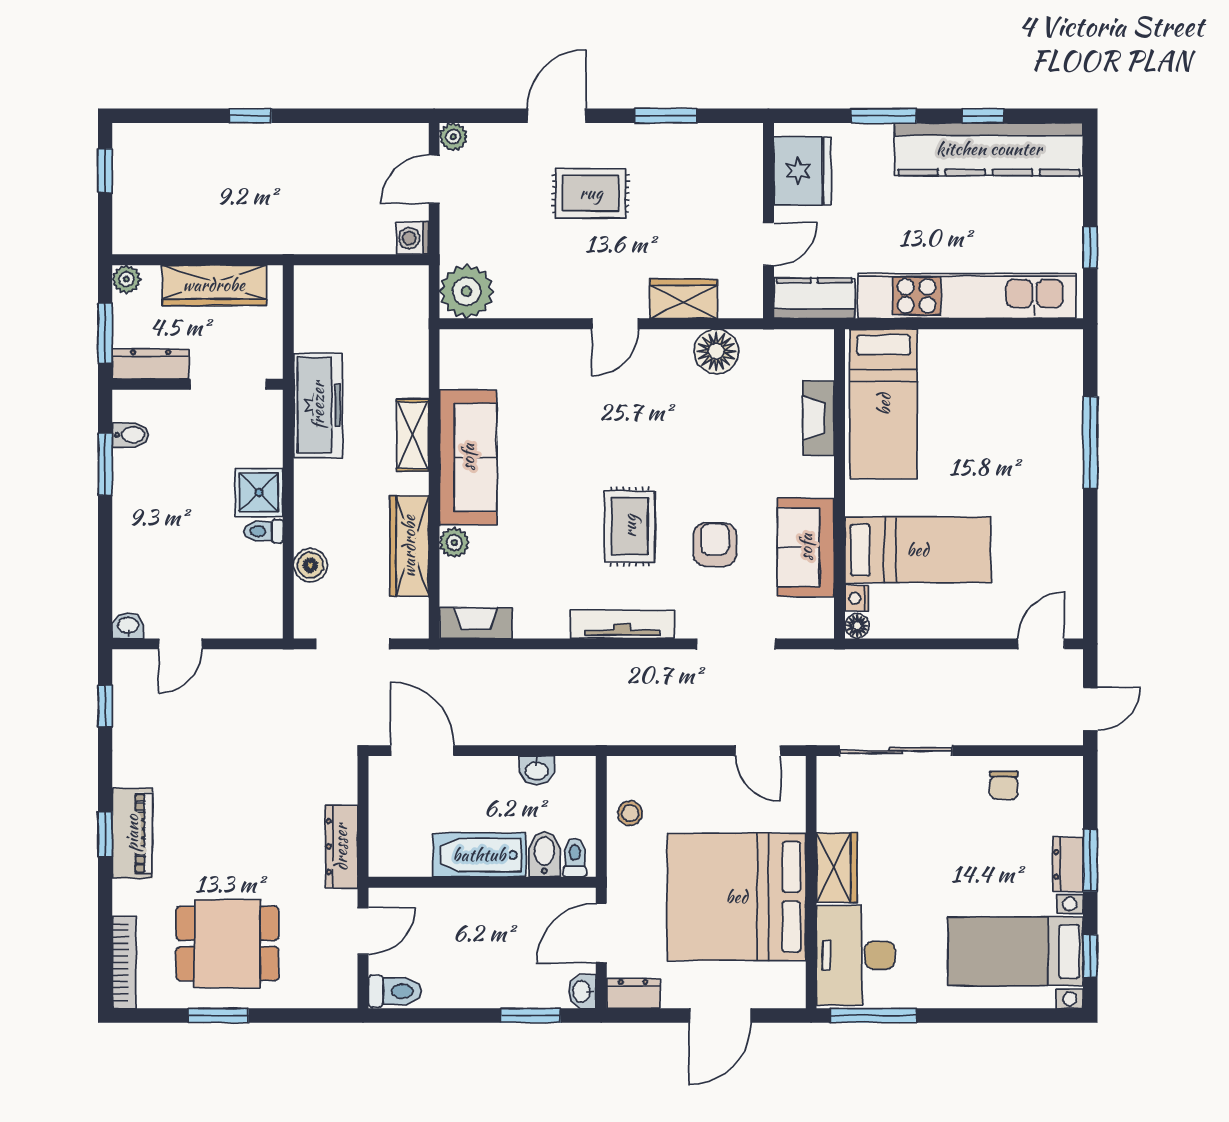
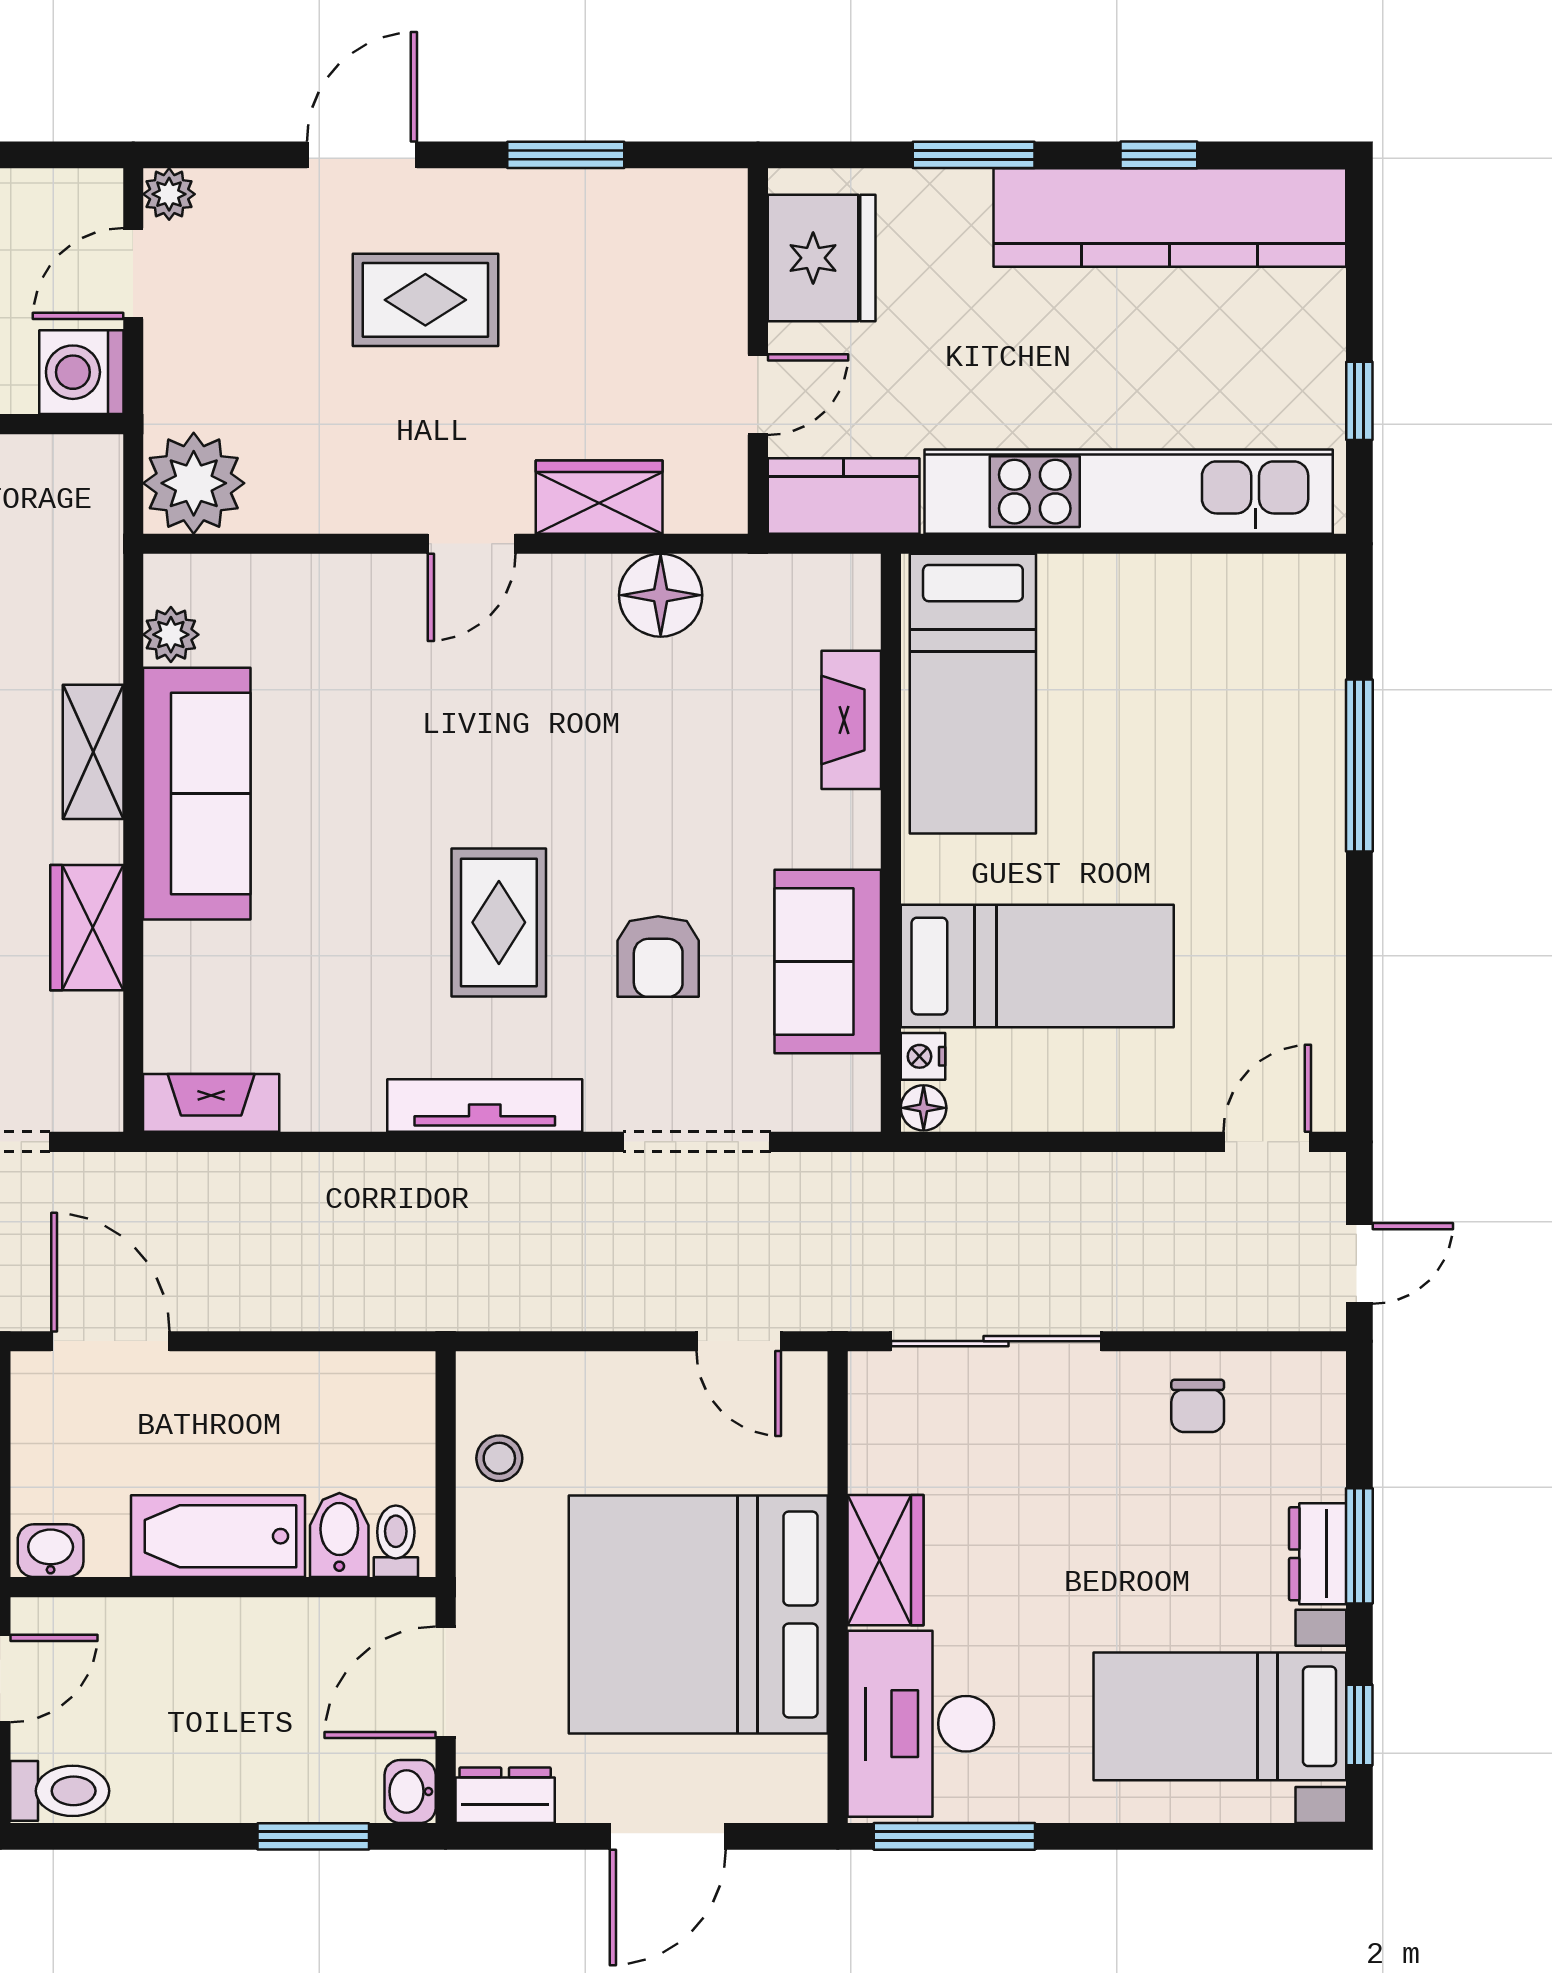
washing machine: (412, 238) -> (81, 372), width x1.38, depth x1.38
plant: (454, 543) -> (171, 635), moved
armchair: (715, 545) -> (658, 957), turned 180
wardrobe: (409, 546) -> (87, 928), width x0.67
washbasin: (537, 770) -> (51, 1551), moved, turned 180

